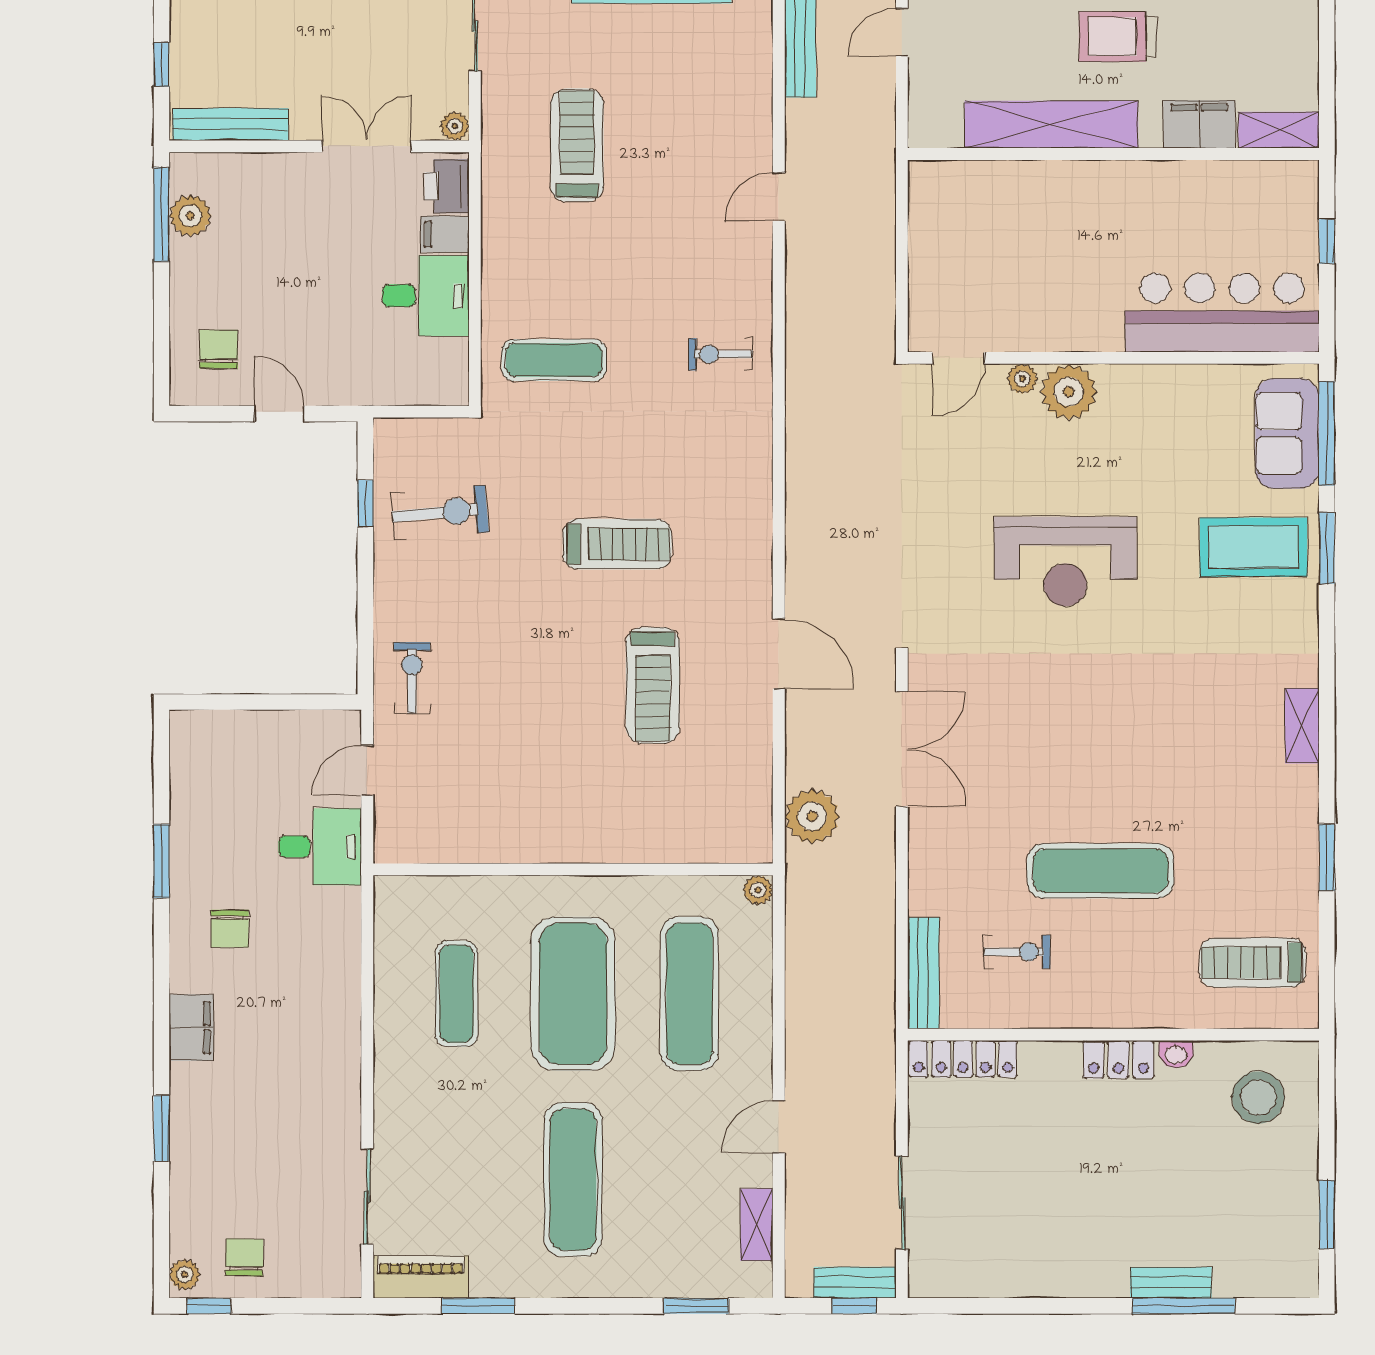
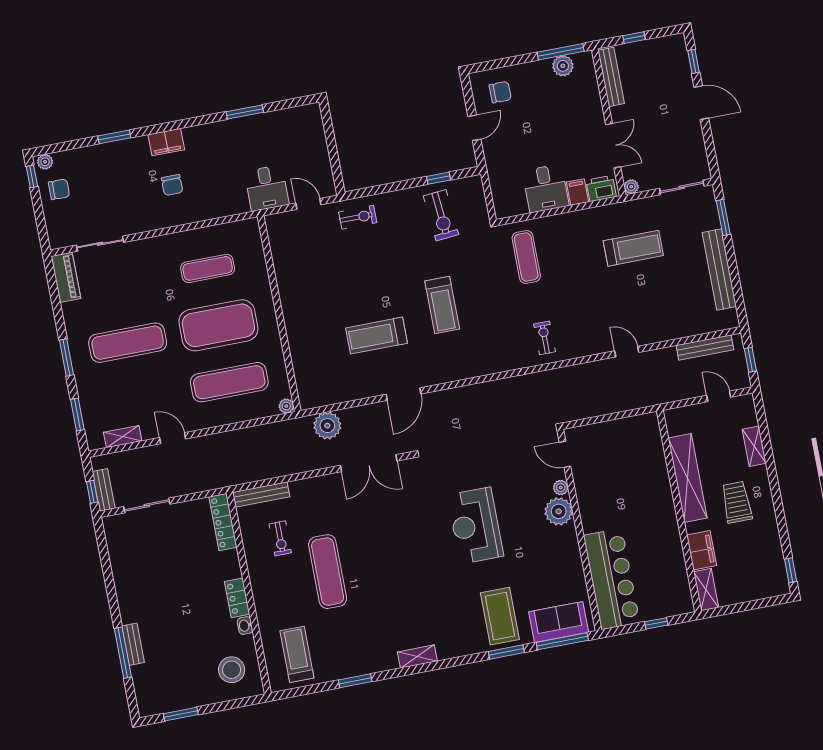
chair: (230, 929) -> (172, 185), moved, turned -90
window: (478, 1306) -> (67, 357), moved

